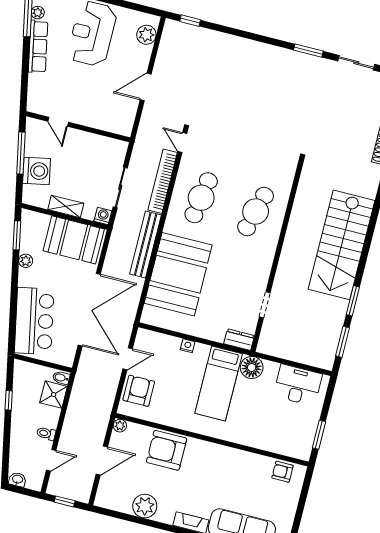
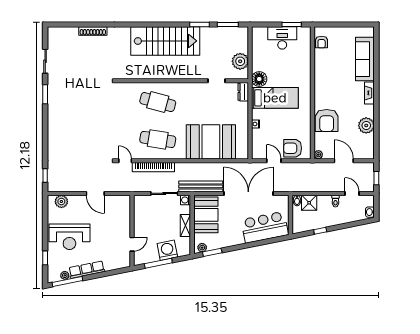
door: (182, 142) -> (125, 161), swing flipped
bench: (146, 244) -> (201, 186), moved
plant: (26, 261) -> (202, 248), moved
plant: (284, 346) -> (240, 61), added
desk: (298, 385) -> (282, 38), moved, turned 90

